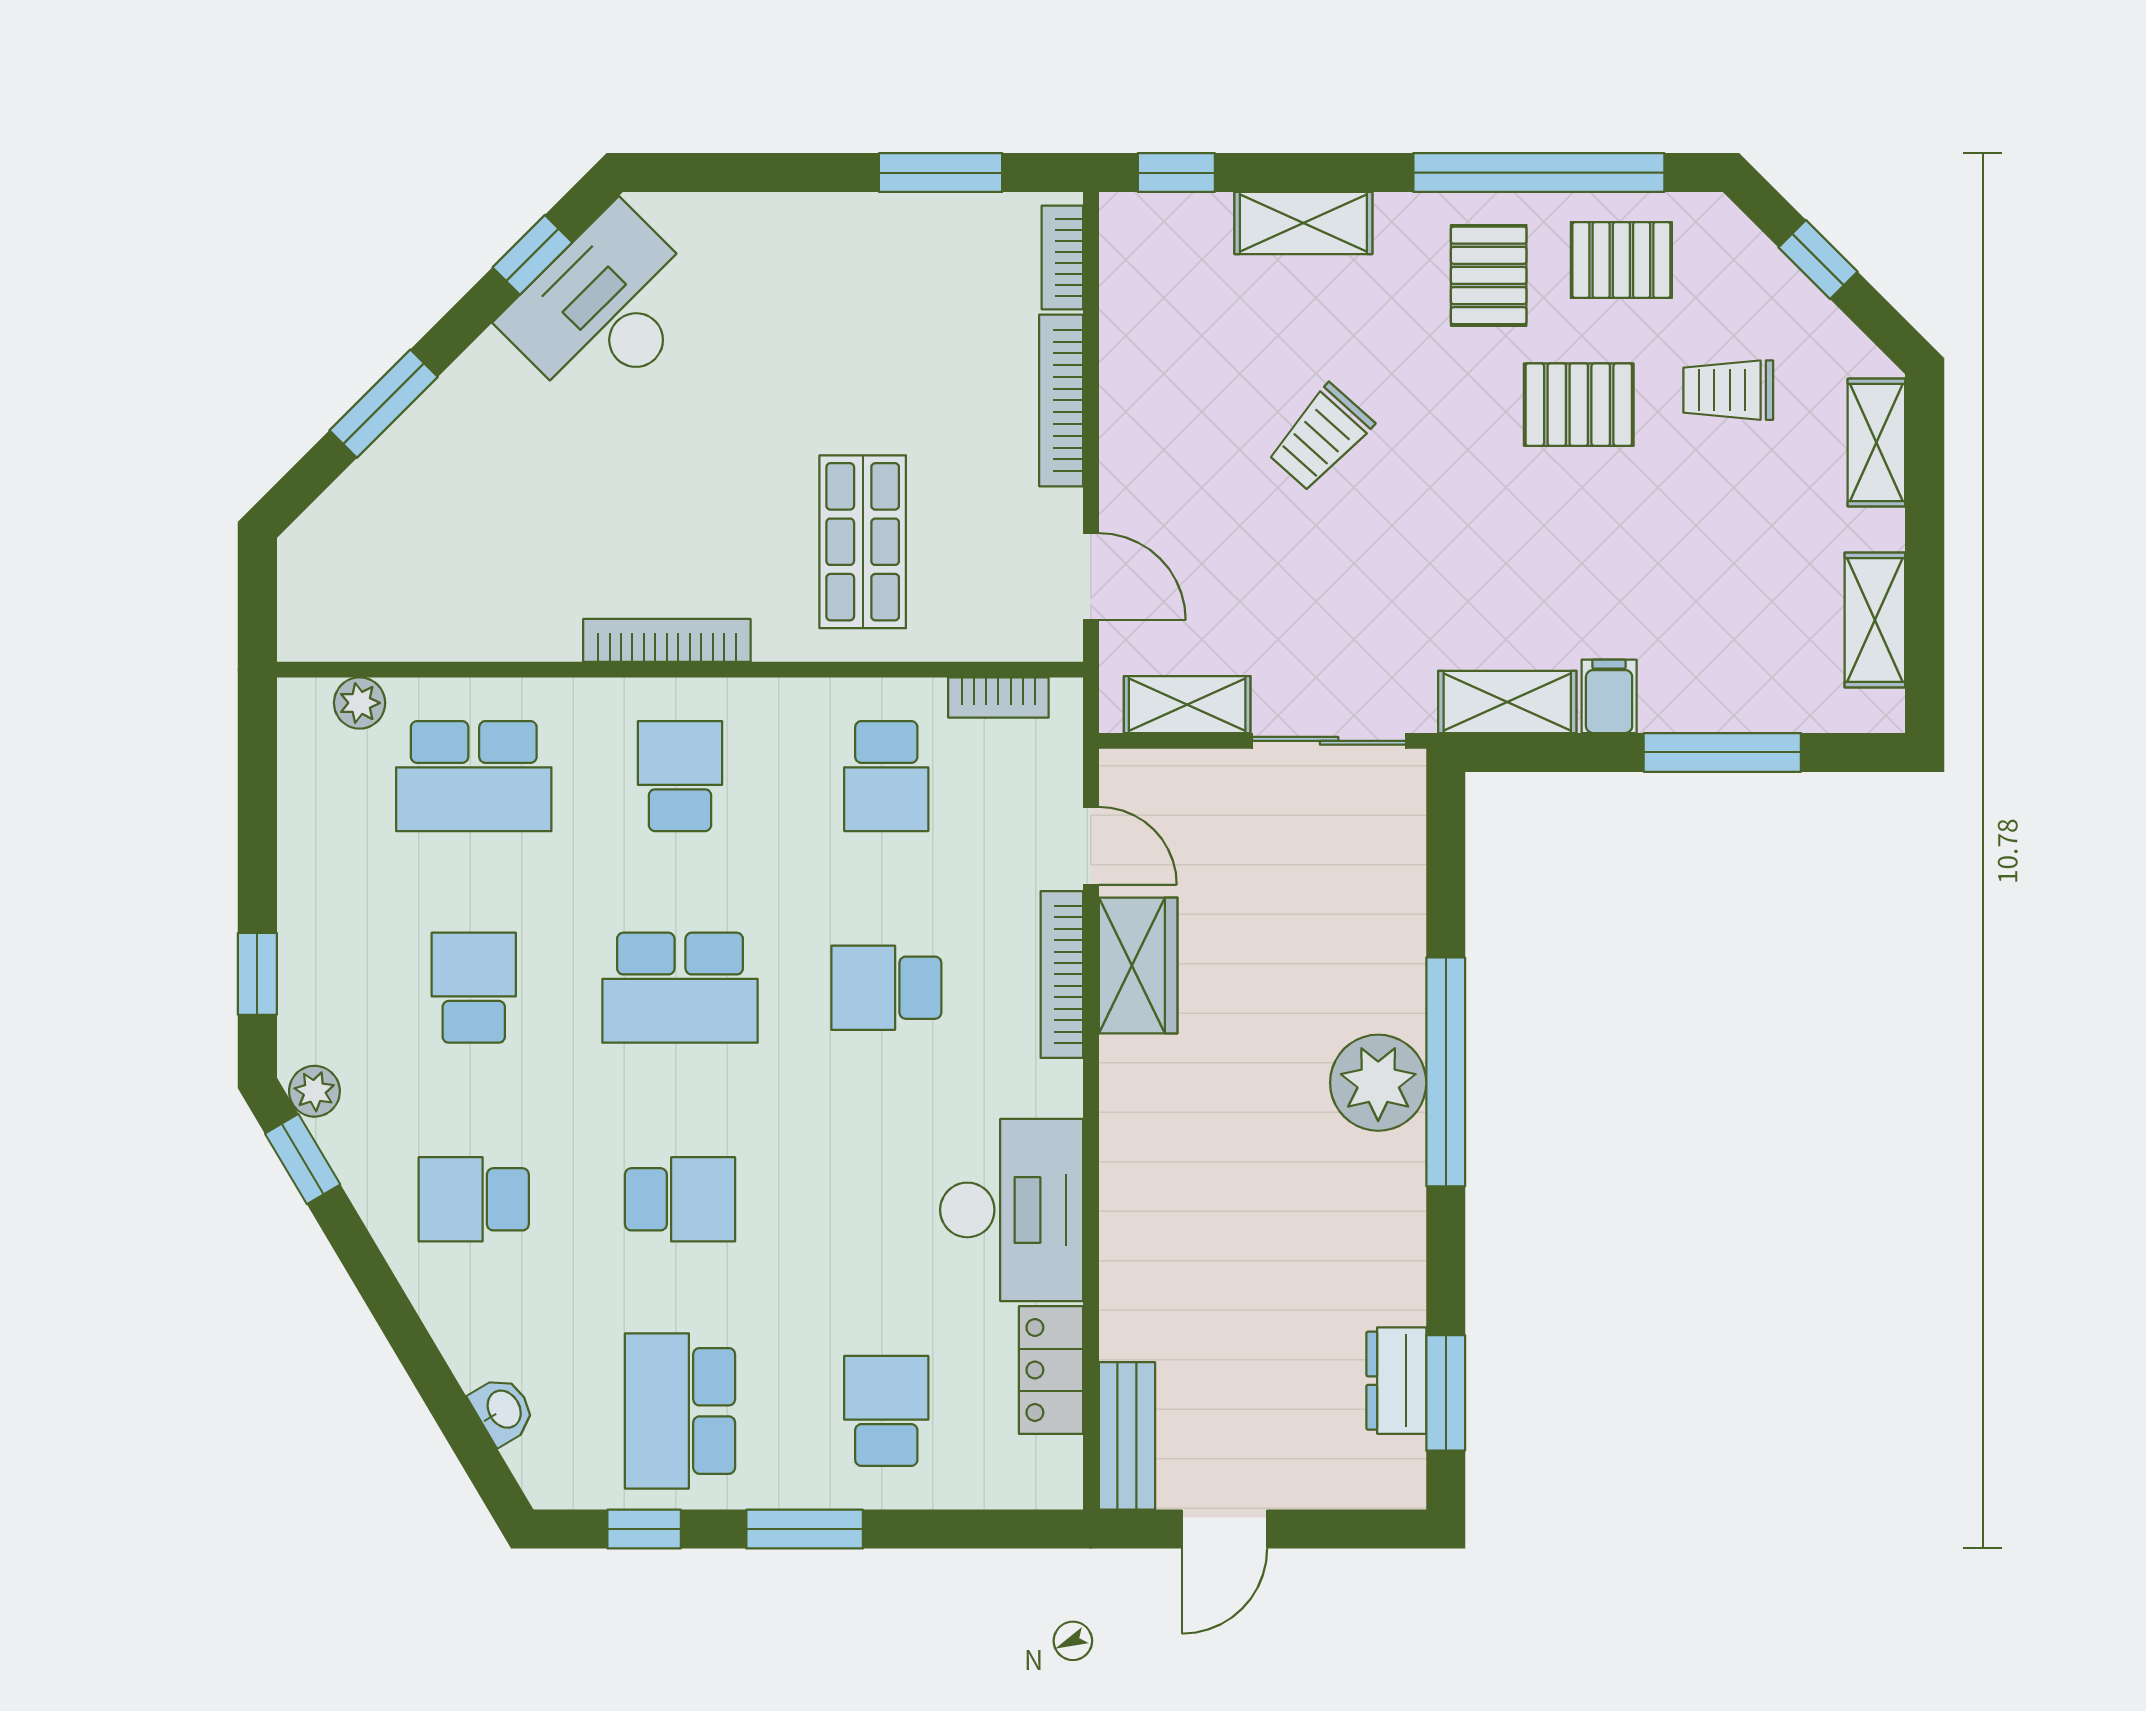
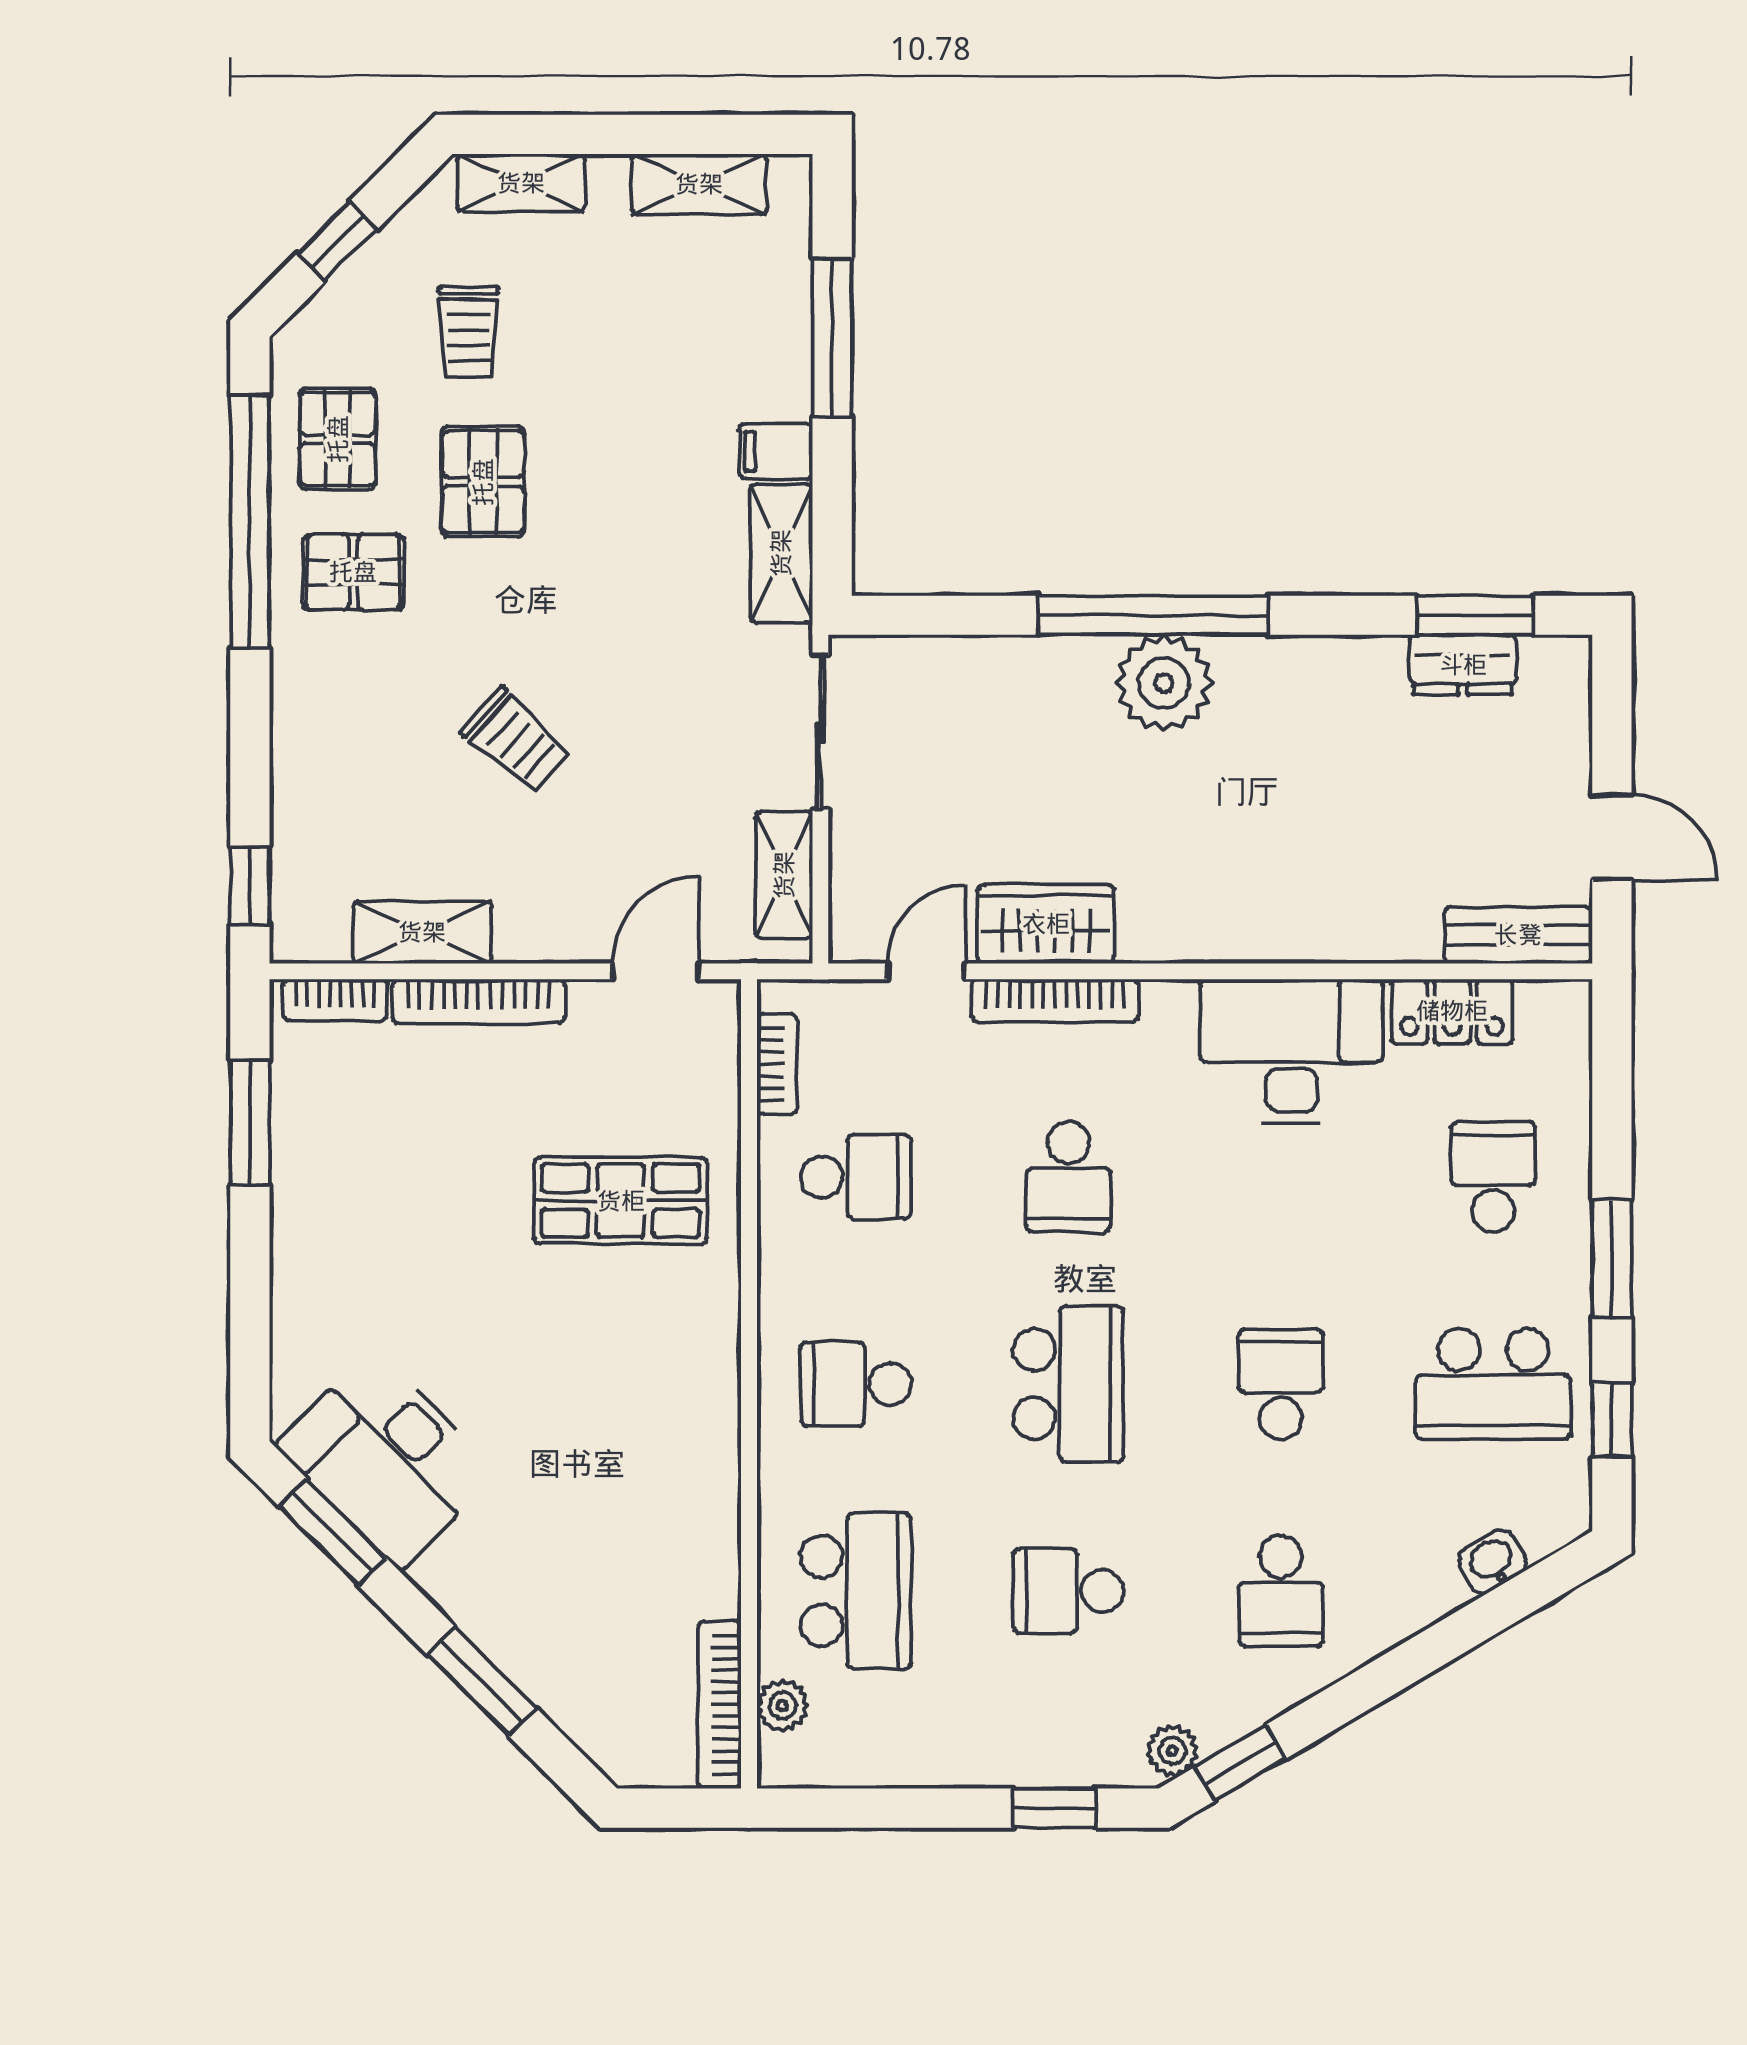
shelving: (1303, 223) -> (422, 932), moved, turned 90
window: (532, 255) -> (333, 1532), width x1.50
bookcase: (667, 640) -> (720, 1705), moved
school desk: (886, 1411) -> (1493, 1177), turned 90

